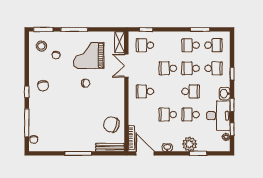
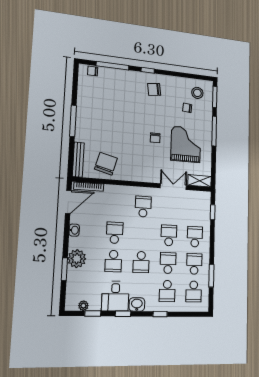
school desk: (145, 45) -> (195, 237), moved
school desk: (191, 115) -> (113, 261), turned 180
desk: (218, 116) -> (115, 296), width x0.73

